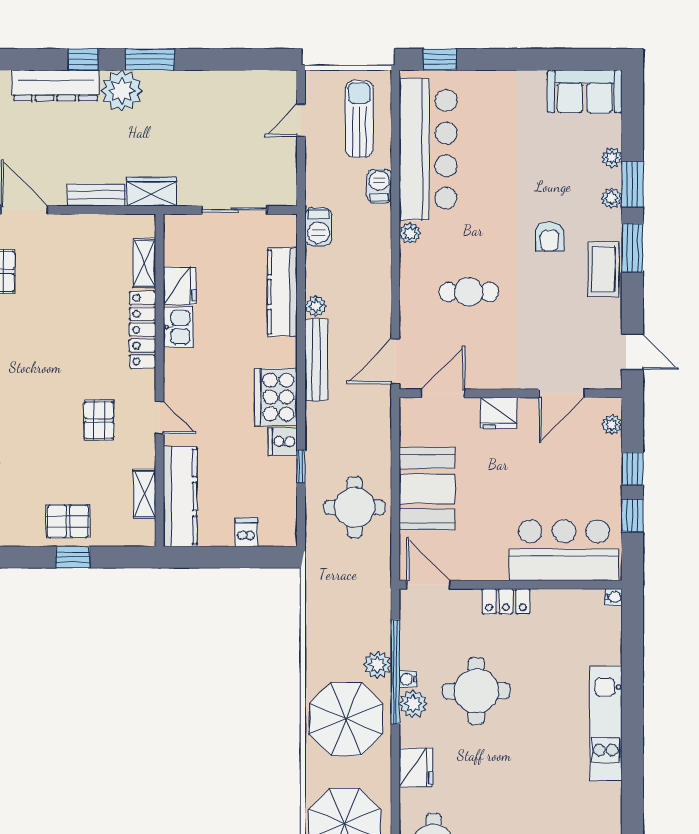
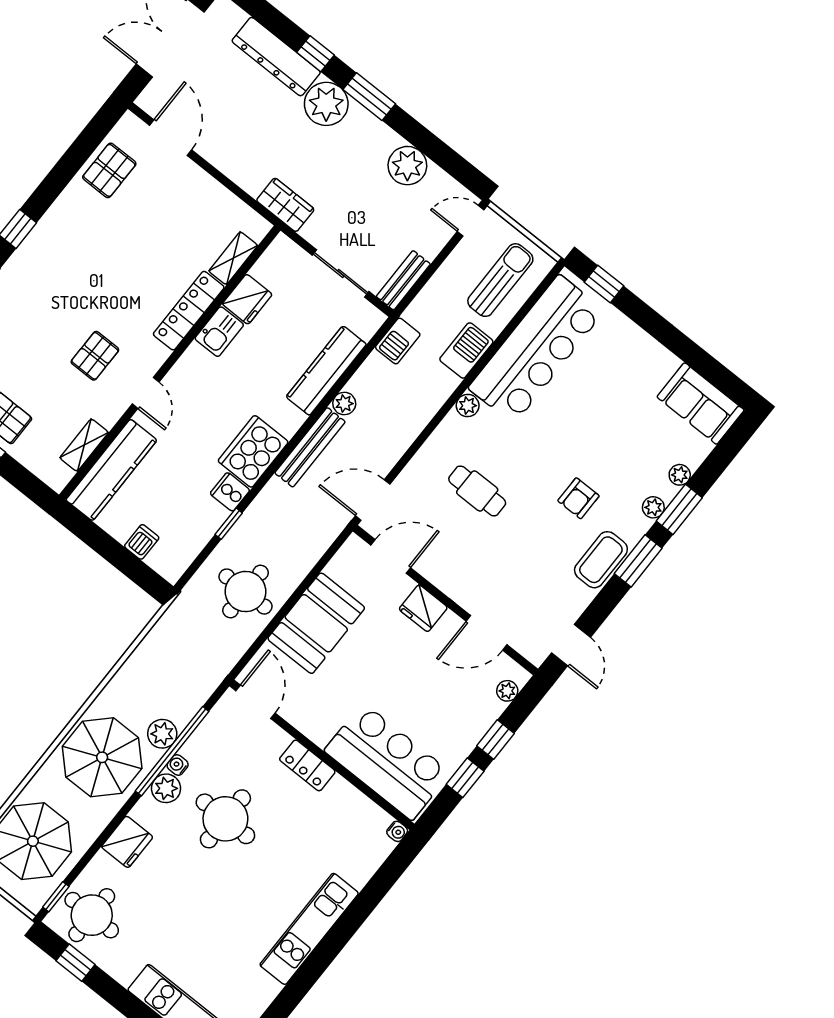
plant: (220, 88) -> (407, 166), added
door: (301, 120) -> (471, 221), moved
barbecue: (379, 186) -> (466, 350), width x1.38, depth x1.27
bench: (96, 195) -> (403, 280), moved, turned 90

